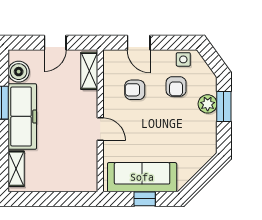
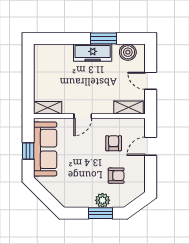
side table: (183, 59) -> (137, 181), removed
armchair: (176, 87) -> (116, 176), turned 180
freezer: (22, 116) -> (93, 53), width x0.73, depth x0.79
shelving: (16, 169) -> (48, 108), moved

